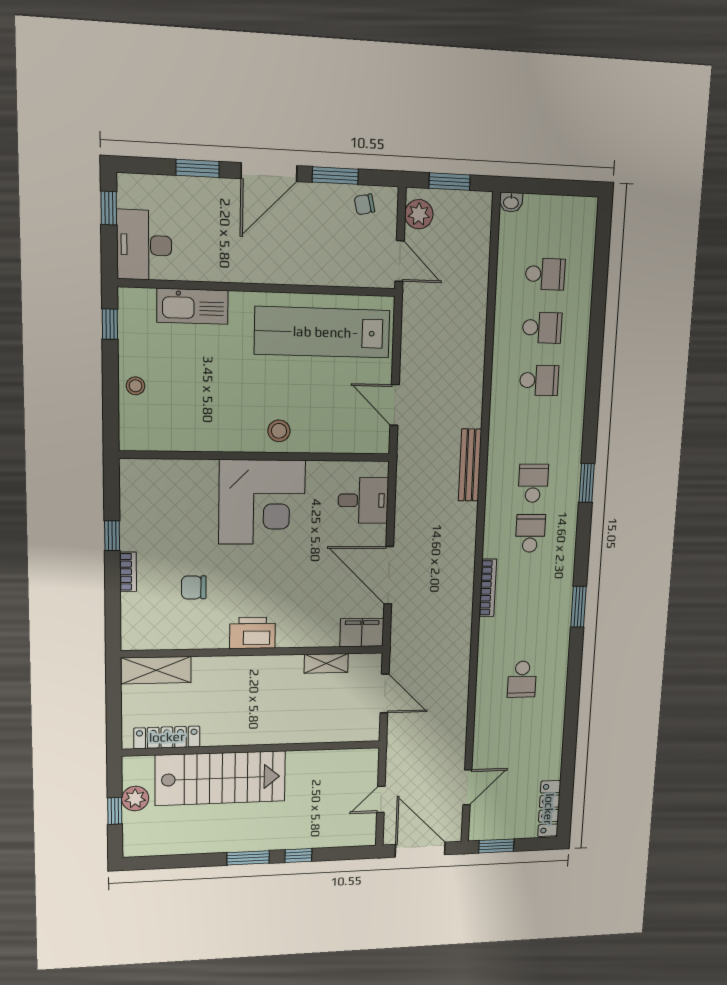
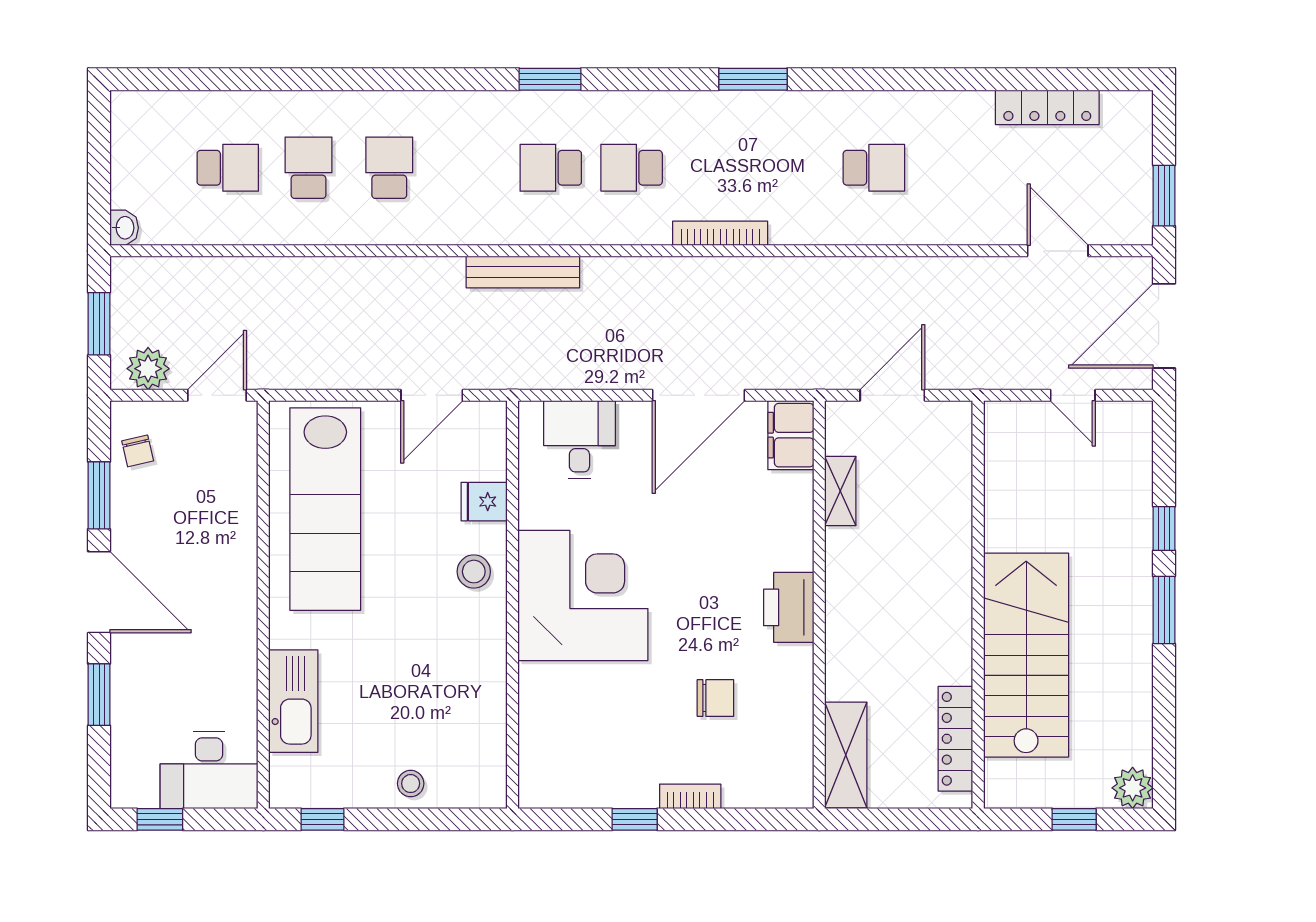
school desk: (545, 274) -> (228, 168), turned 90
fridge: (325, 438) -> (484, 502), added
chair: (194, 587) -> (715, 698), turned -90
plant: (135, 799) -> (1133, 788), moved
locker: (549, 809) -> (1047, 107), moved

